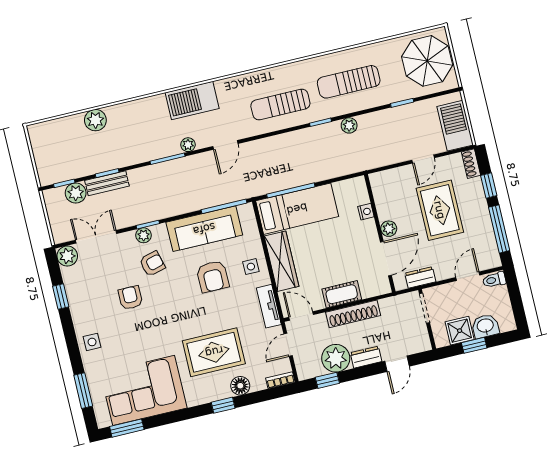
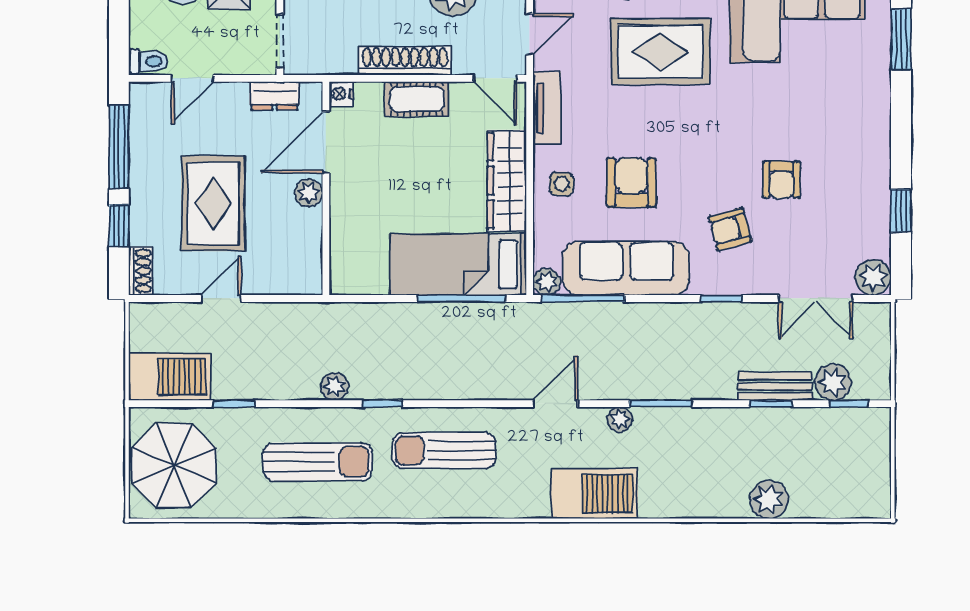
sun lounger: (280, 105) -> (444, 451), turned 180
barbecue: (455, 126) -> (170, 377), moved, turned -90
nightstand: (366, 212) -> (341, 94), moved
plant: (144, 235) -> (547, 282), moved
side table: (92, 342) -> (866, 119), removed

